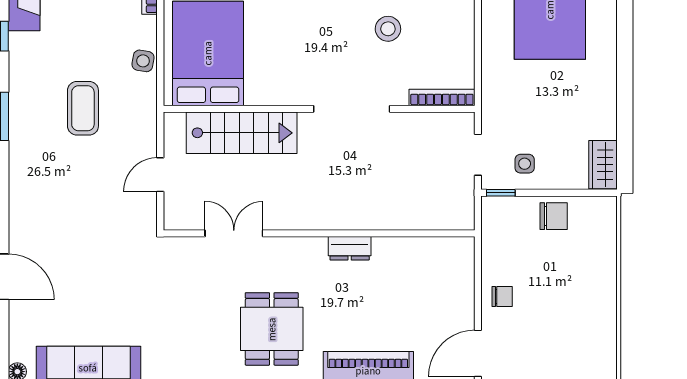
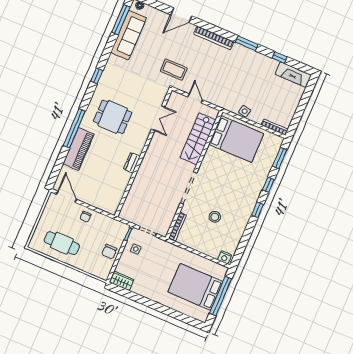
coffee table: (83, 108) -> (174, 70), moved
bookcase: (19, 190) -> (214, 38), added
cafe table: (578, 322) -> (62, 243), added

